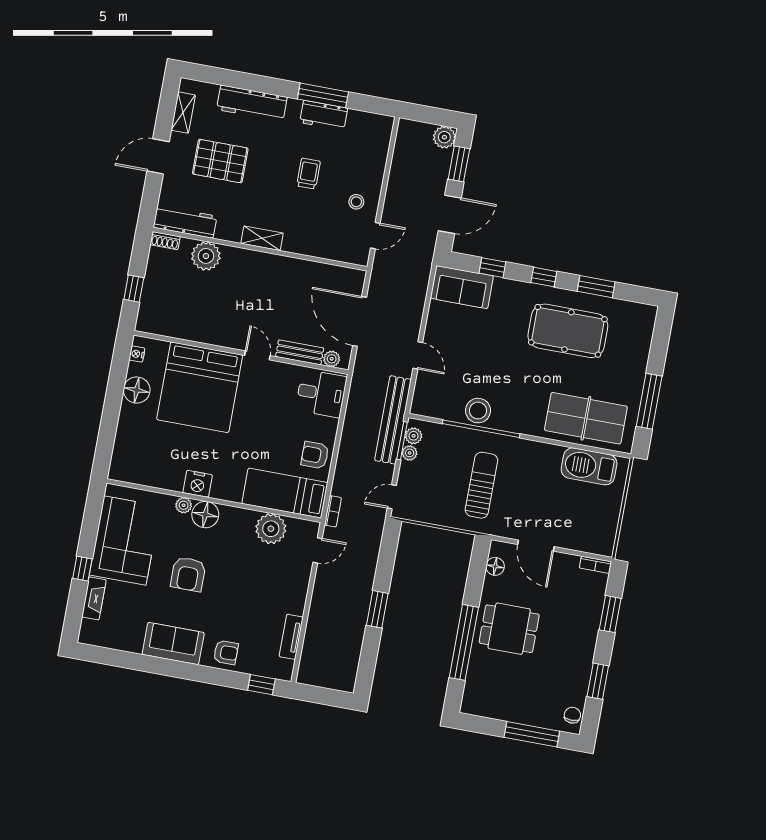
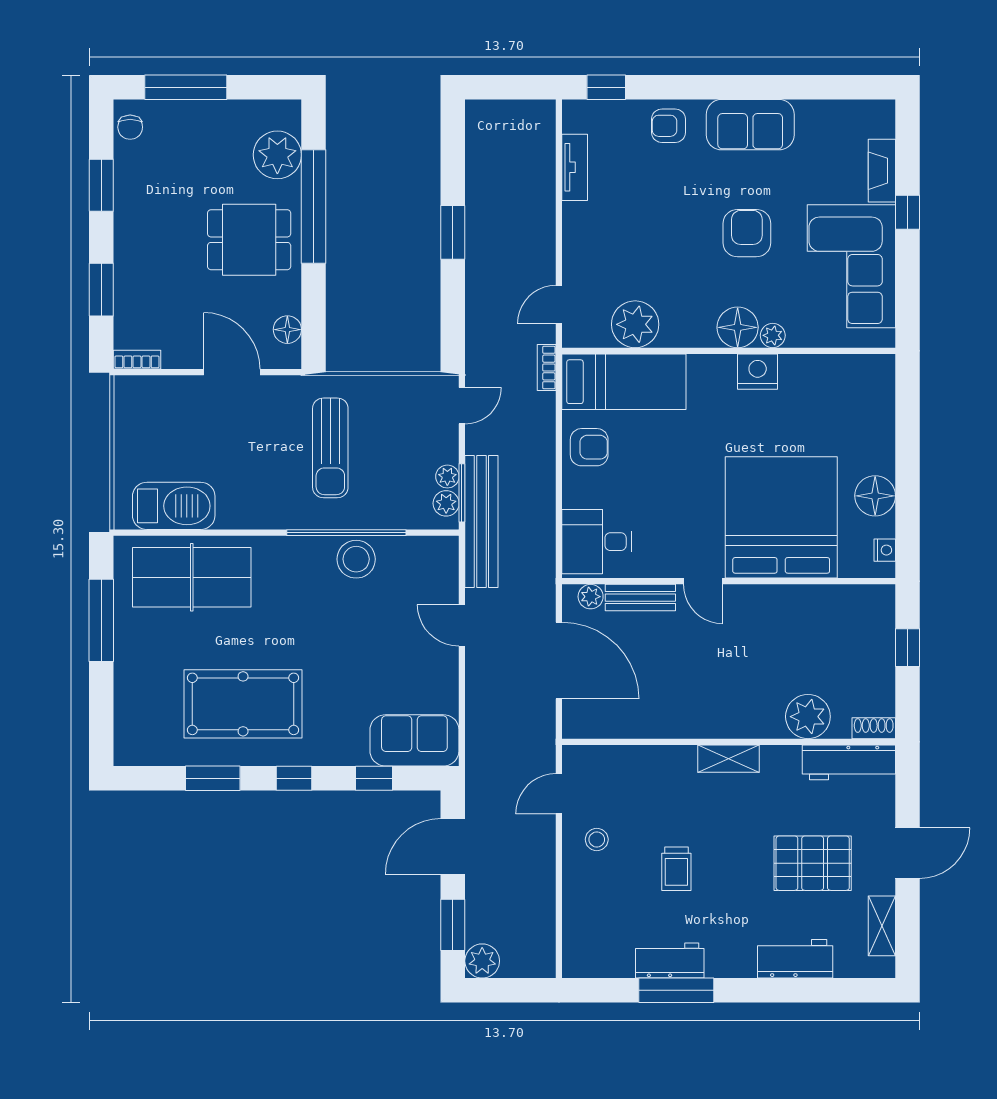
workbench: (252, 103) -> (795, 959), width x0.73
plant: (481, 680) -> (277, 155), added

